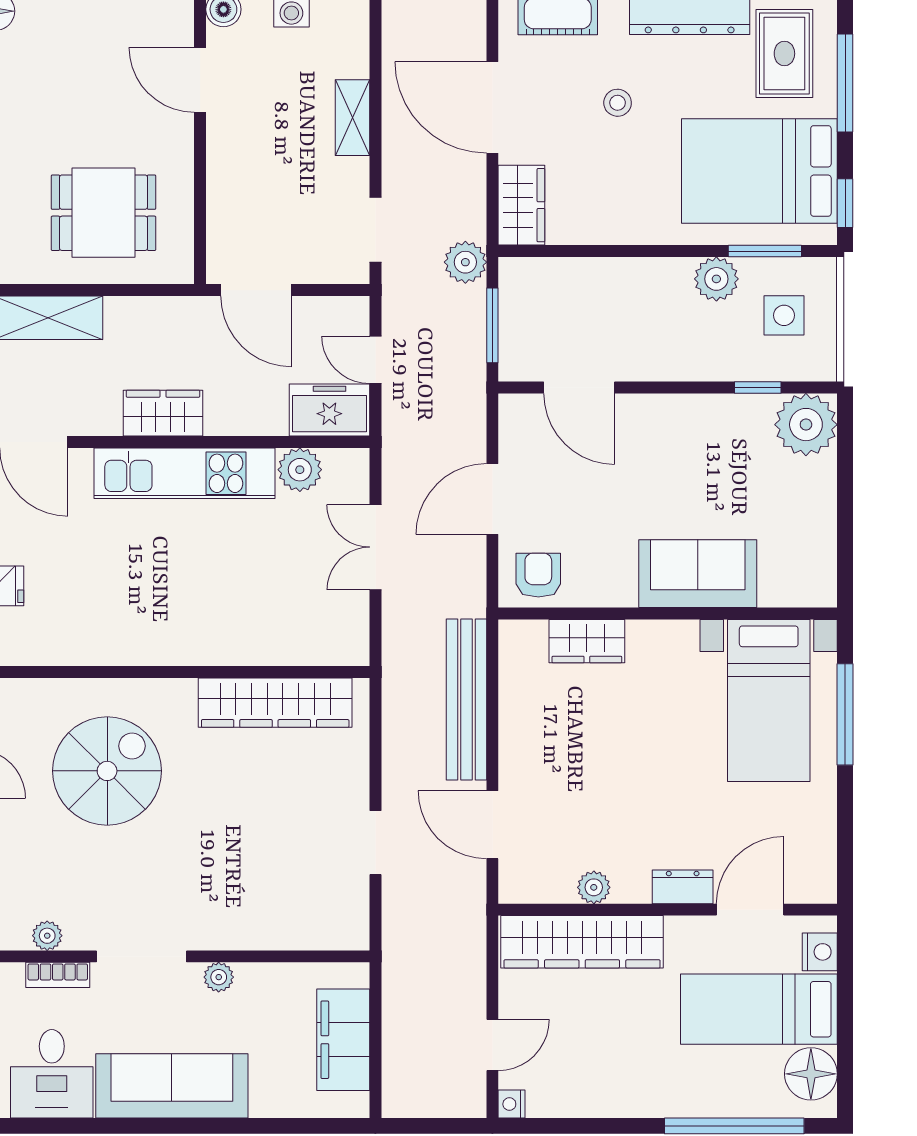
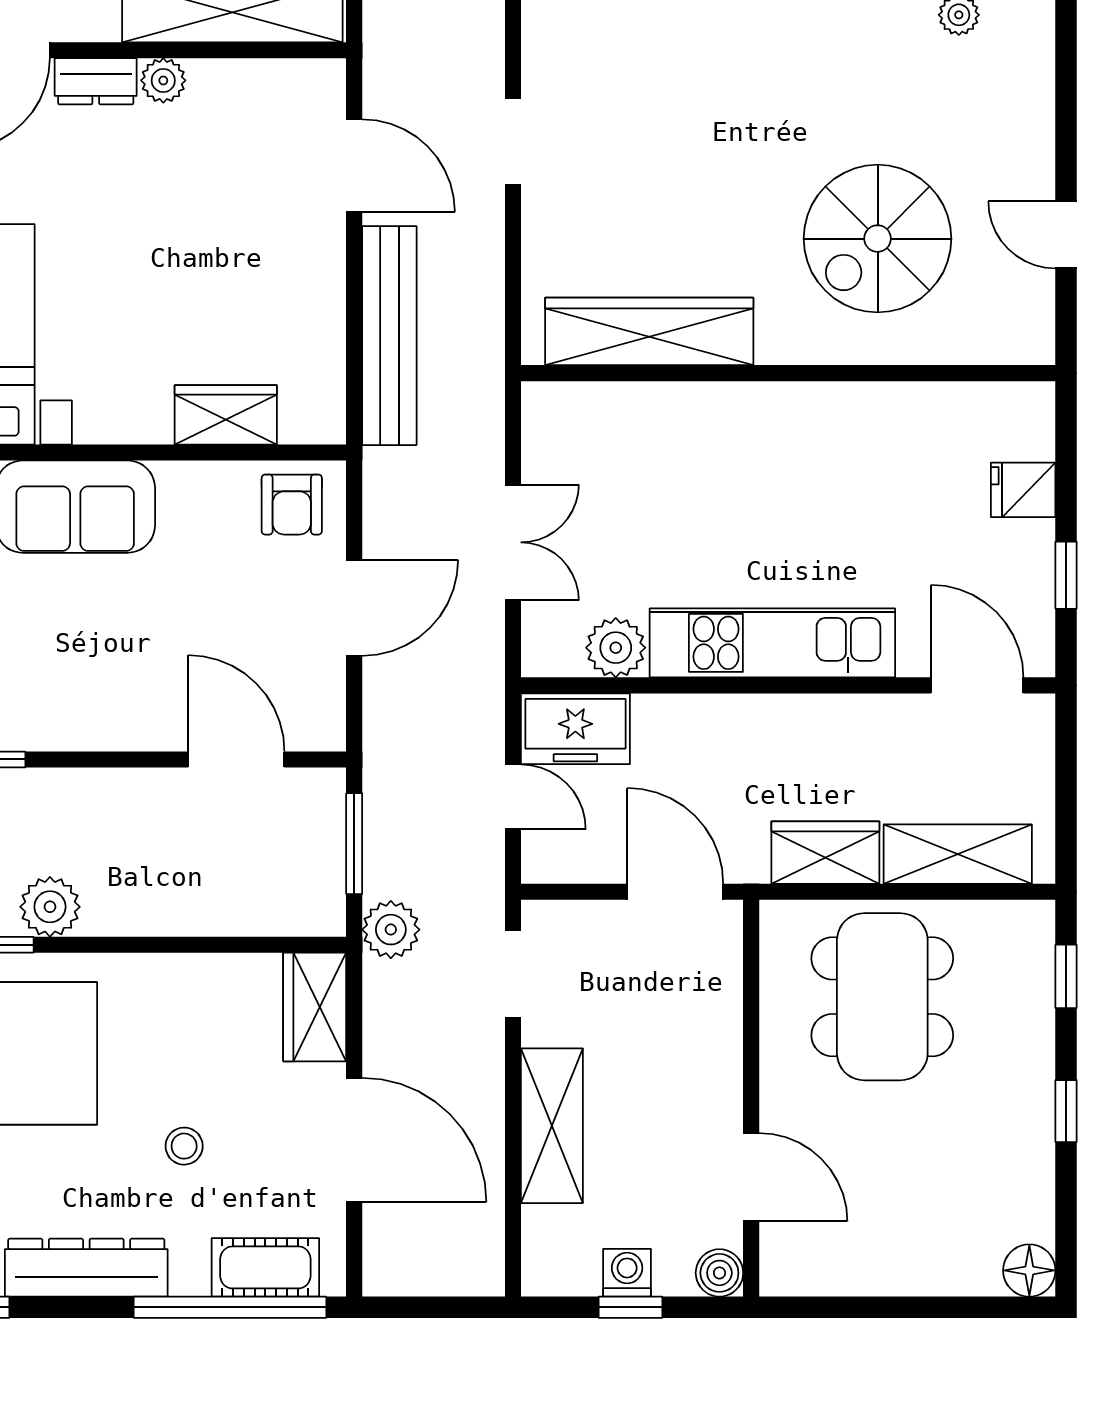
shelving: (352, 118) -> (552, 1126), width x1.50, depth x1.33
dining table: (103, 213) -> (882, 997), width x1.38
wardrobe: (163, 413) -> (825, 853), moved, turned 180
plant: (594, 887) -> (163, 80), moved

